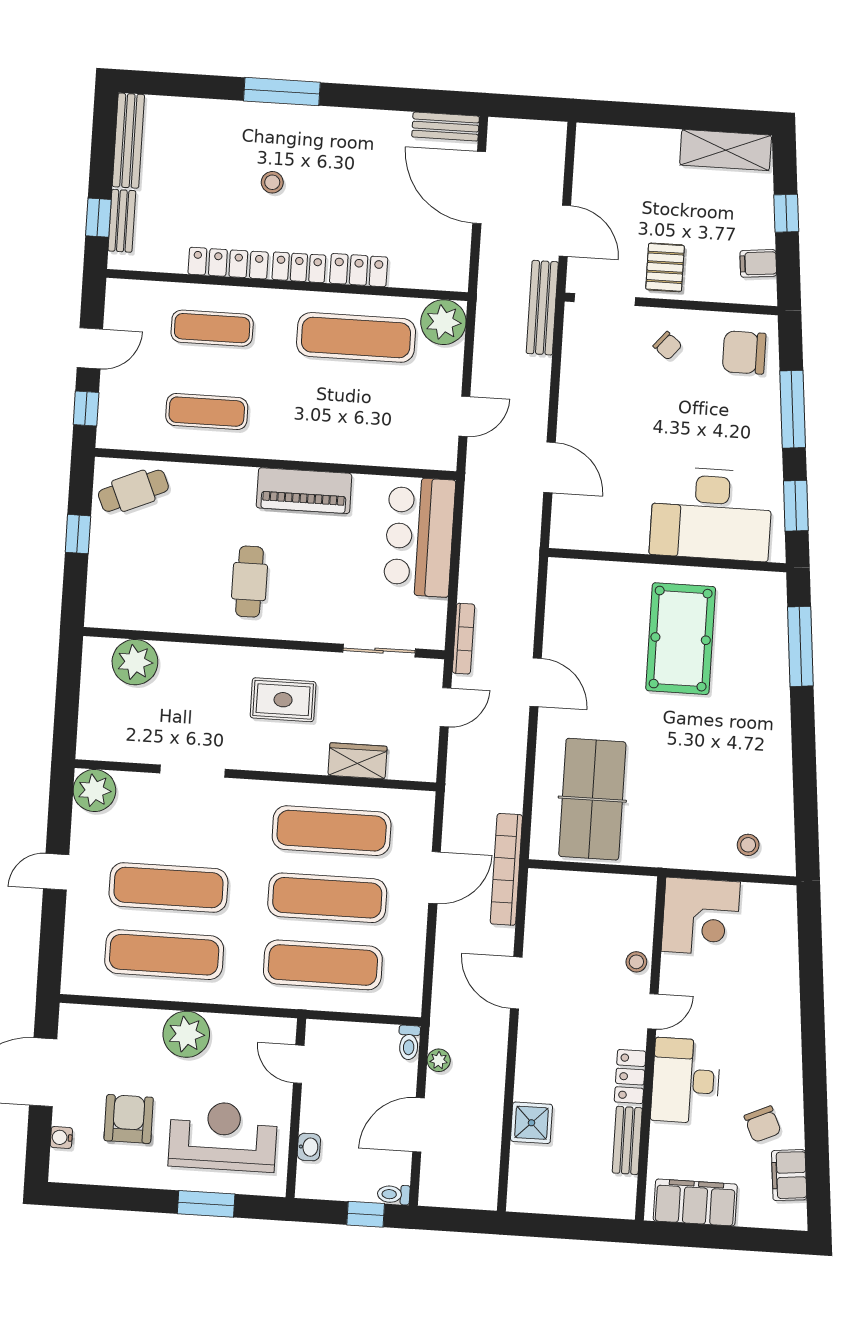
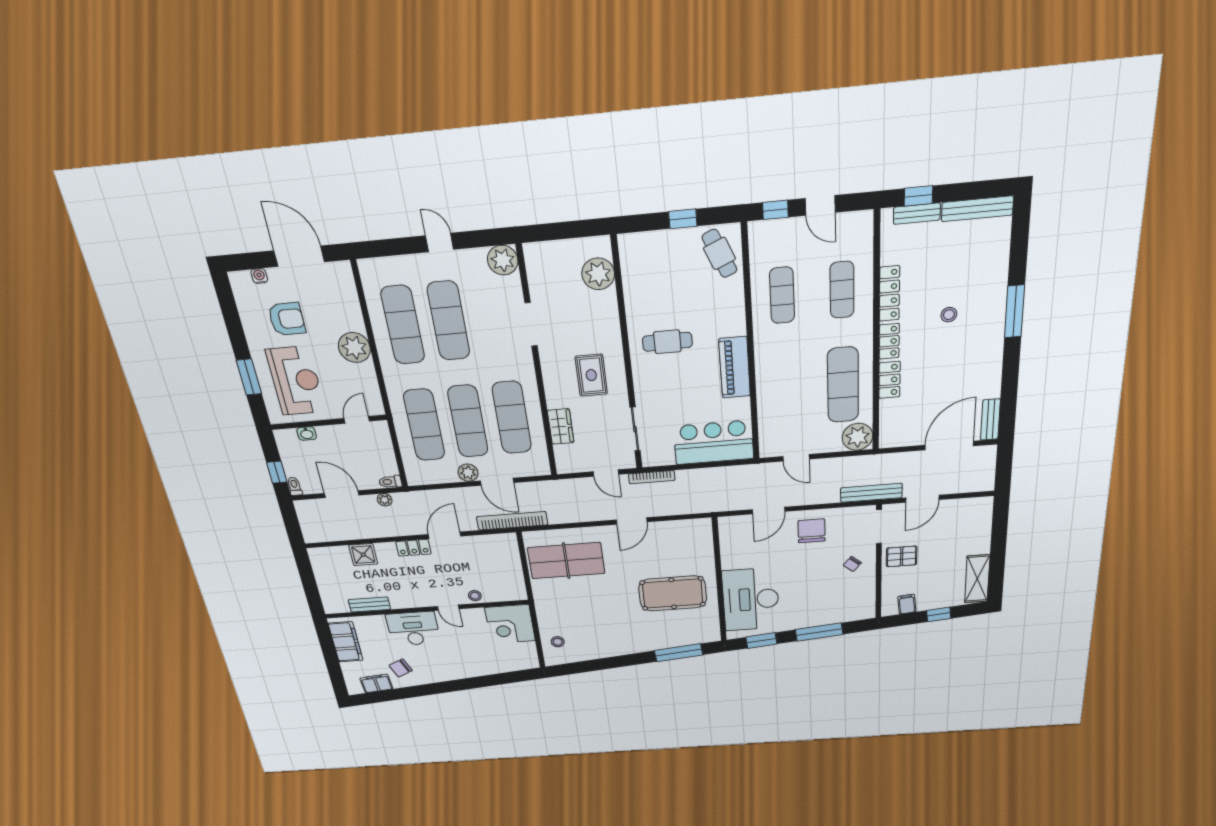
chair: (744, 353) -> (812, 531), moved
plant: (412, 918) -> (468, 473), added
locker: (630, 1077) -> (413, 548), moved, turned 180

